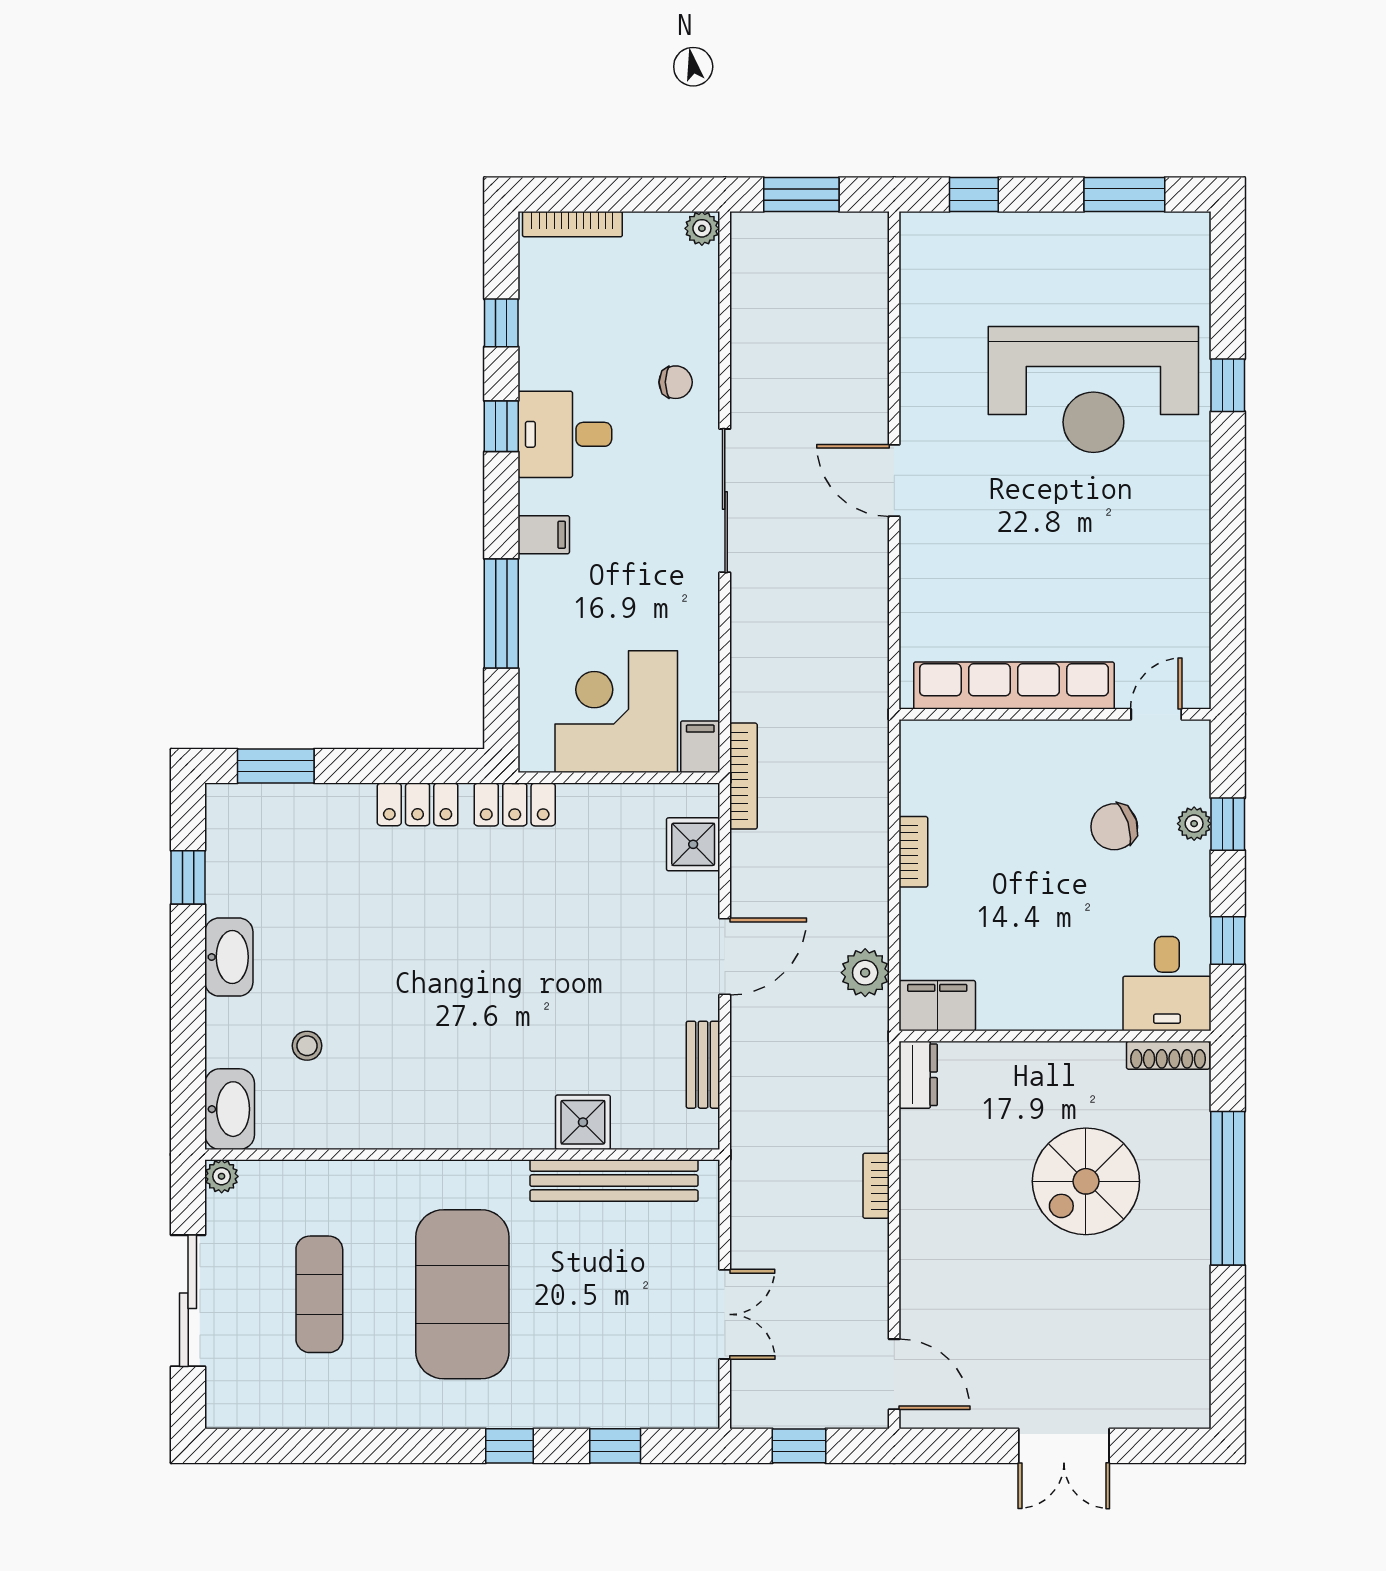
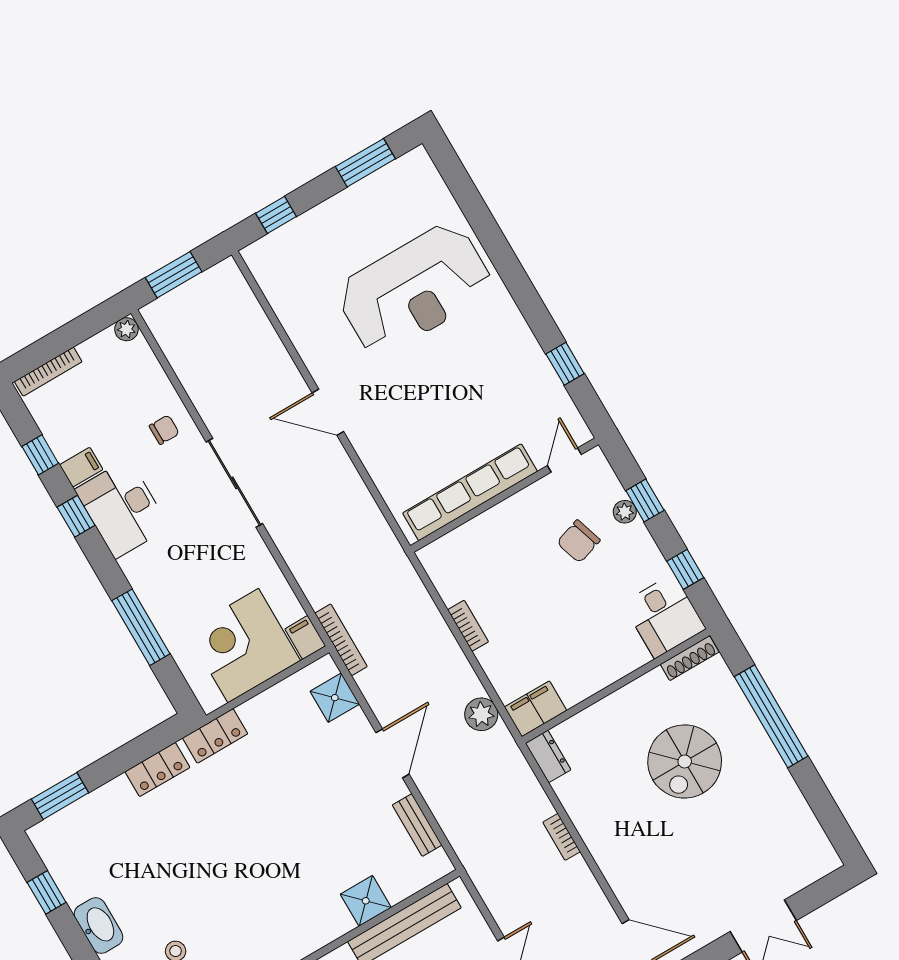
window: (1228, 385) -> (565, 364), moved
desk: (565, 434) -> (122, 509), width x1.37
filing cabinet: (544, 535) -> (81, 467), moved

